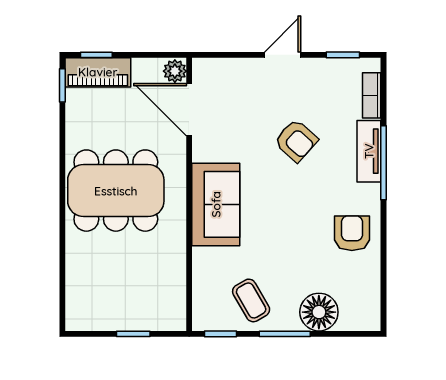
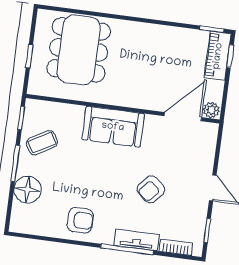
dining table: (116, 191) -> (79, 50), moved

